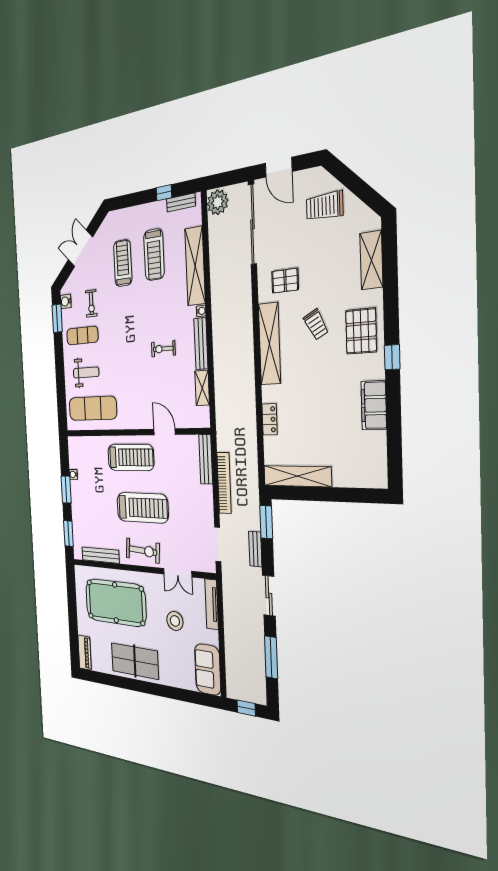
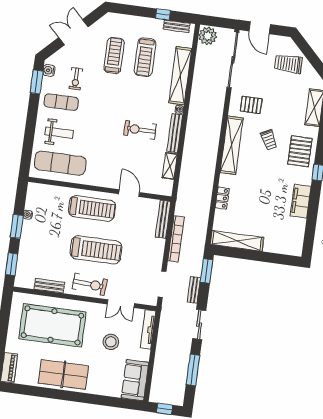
exercise bike: (163, 349) -> (140, 130), width x1.38, depth x1.39
bench: (100, 555) -> (49, 286), width x0.73

